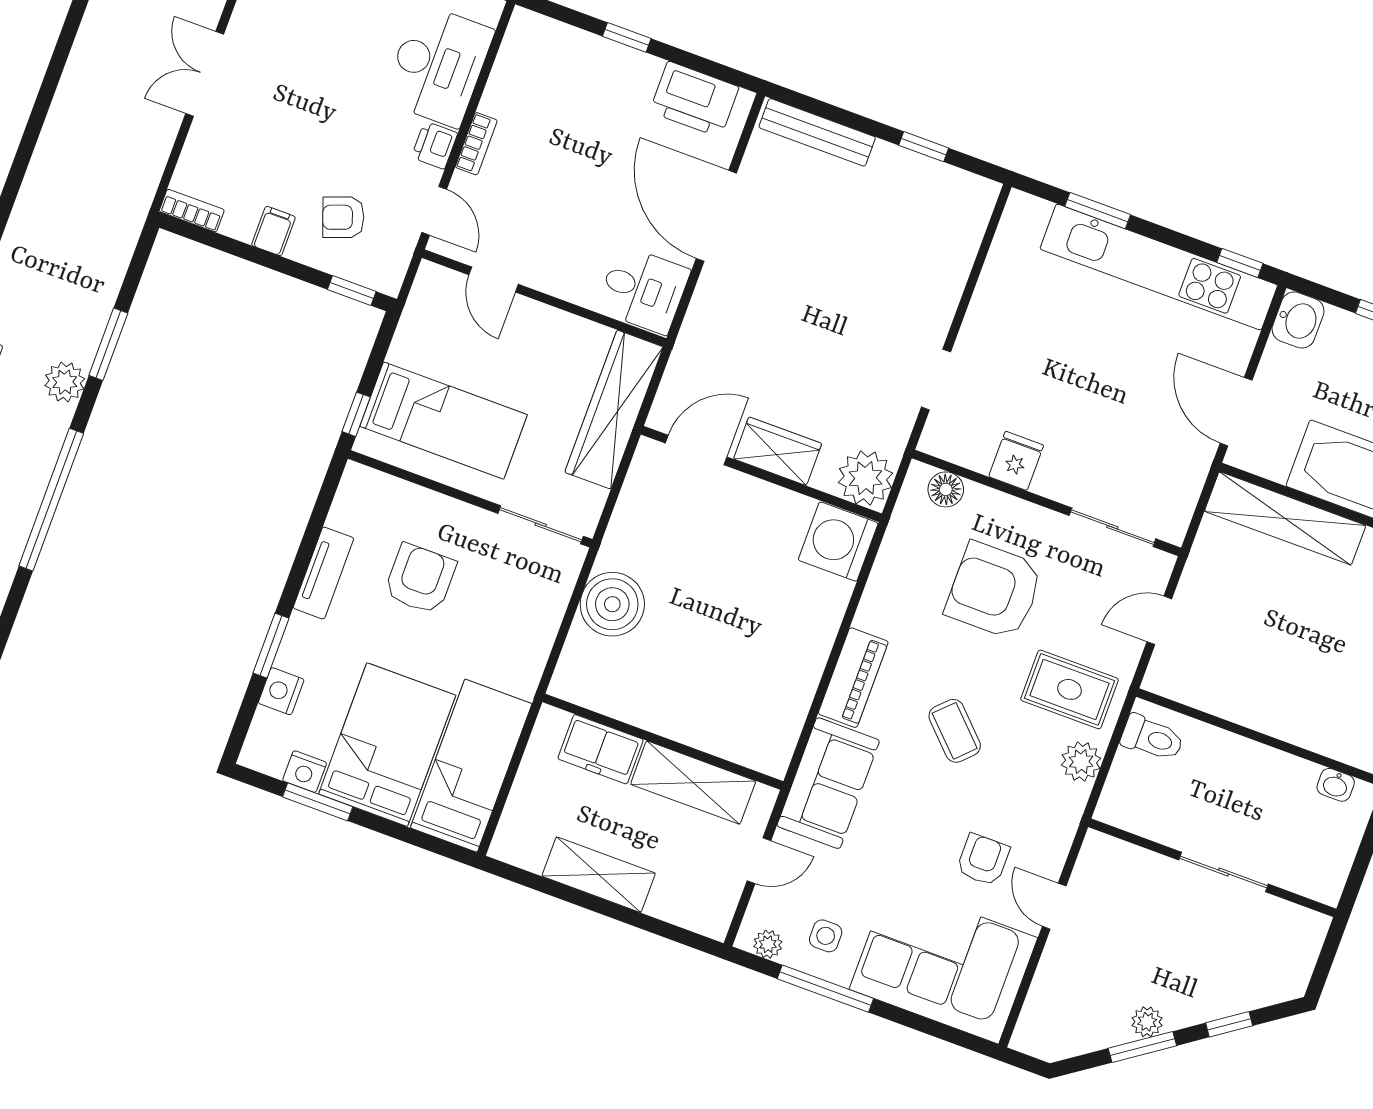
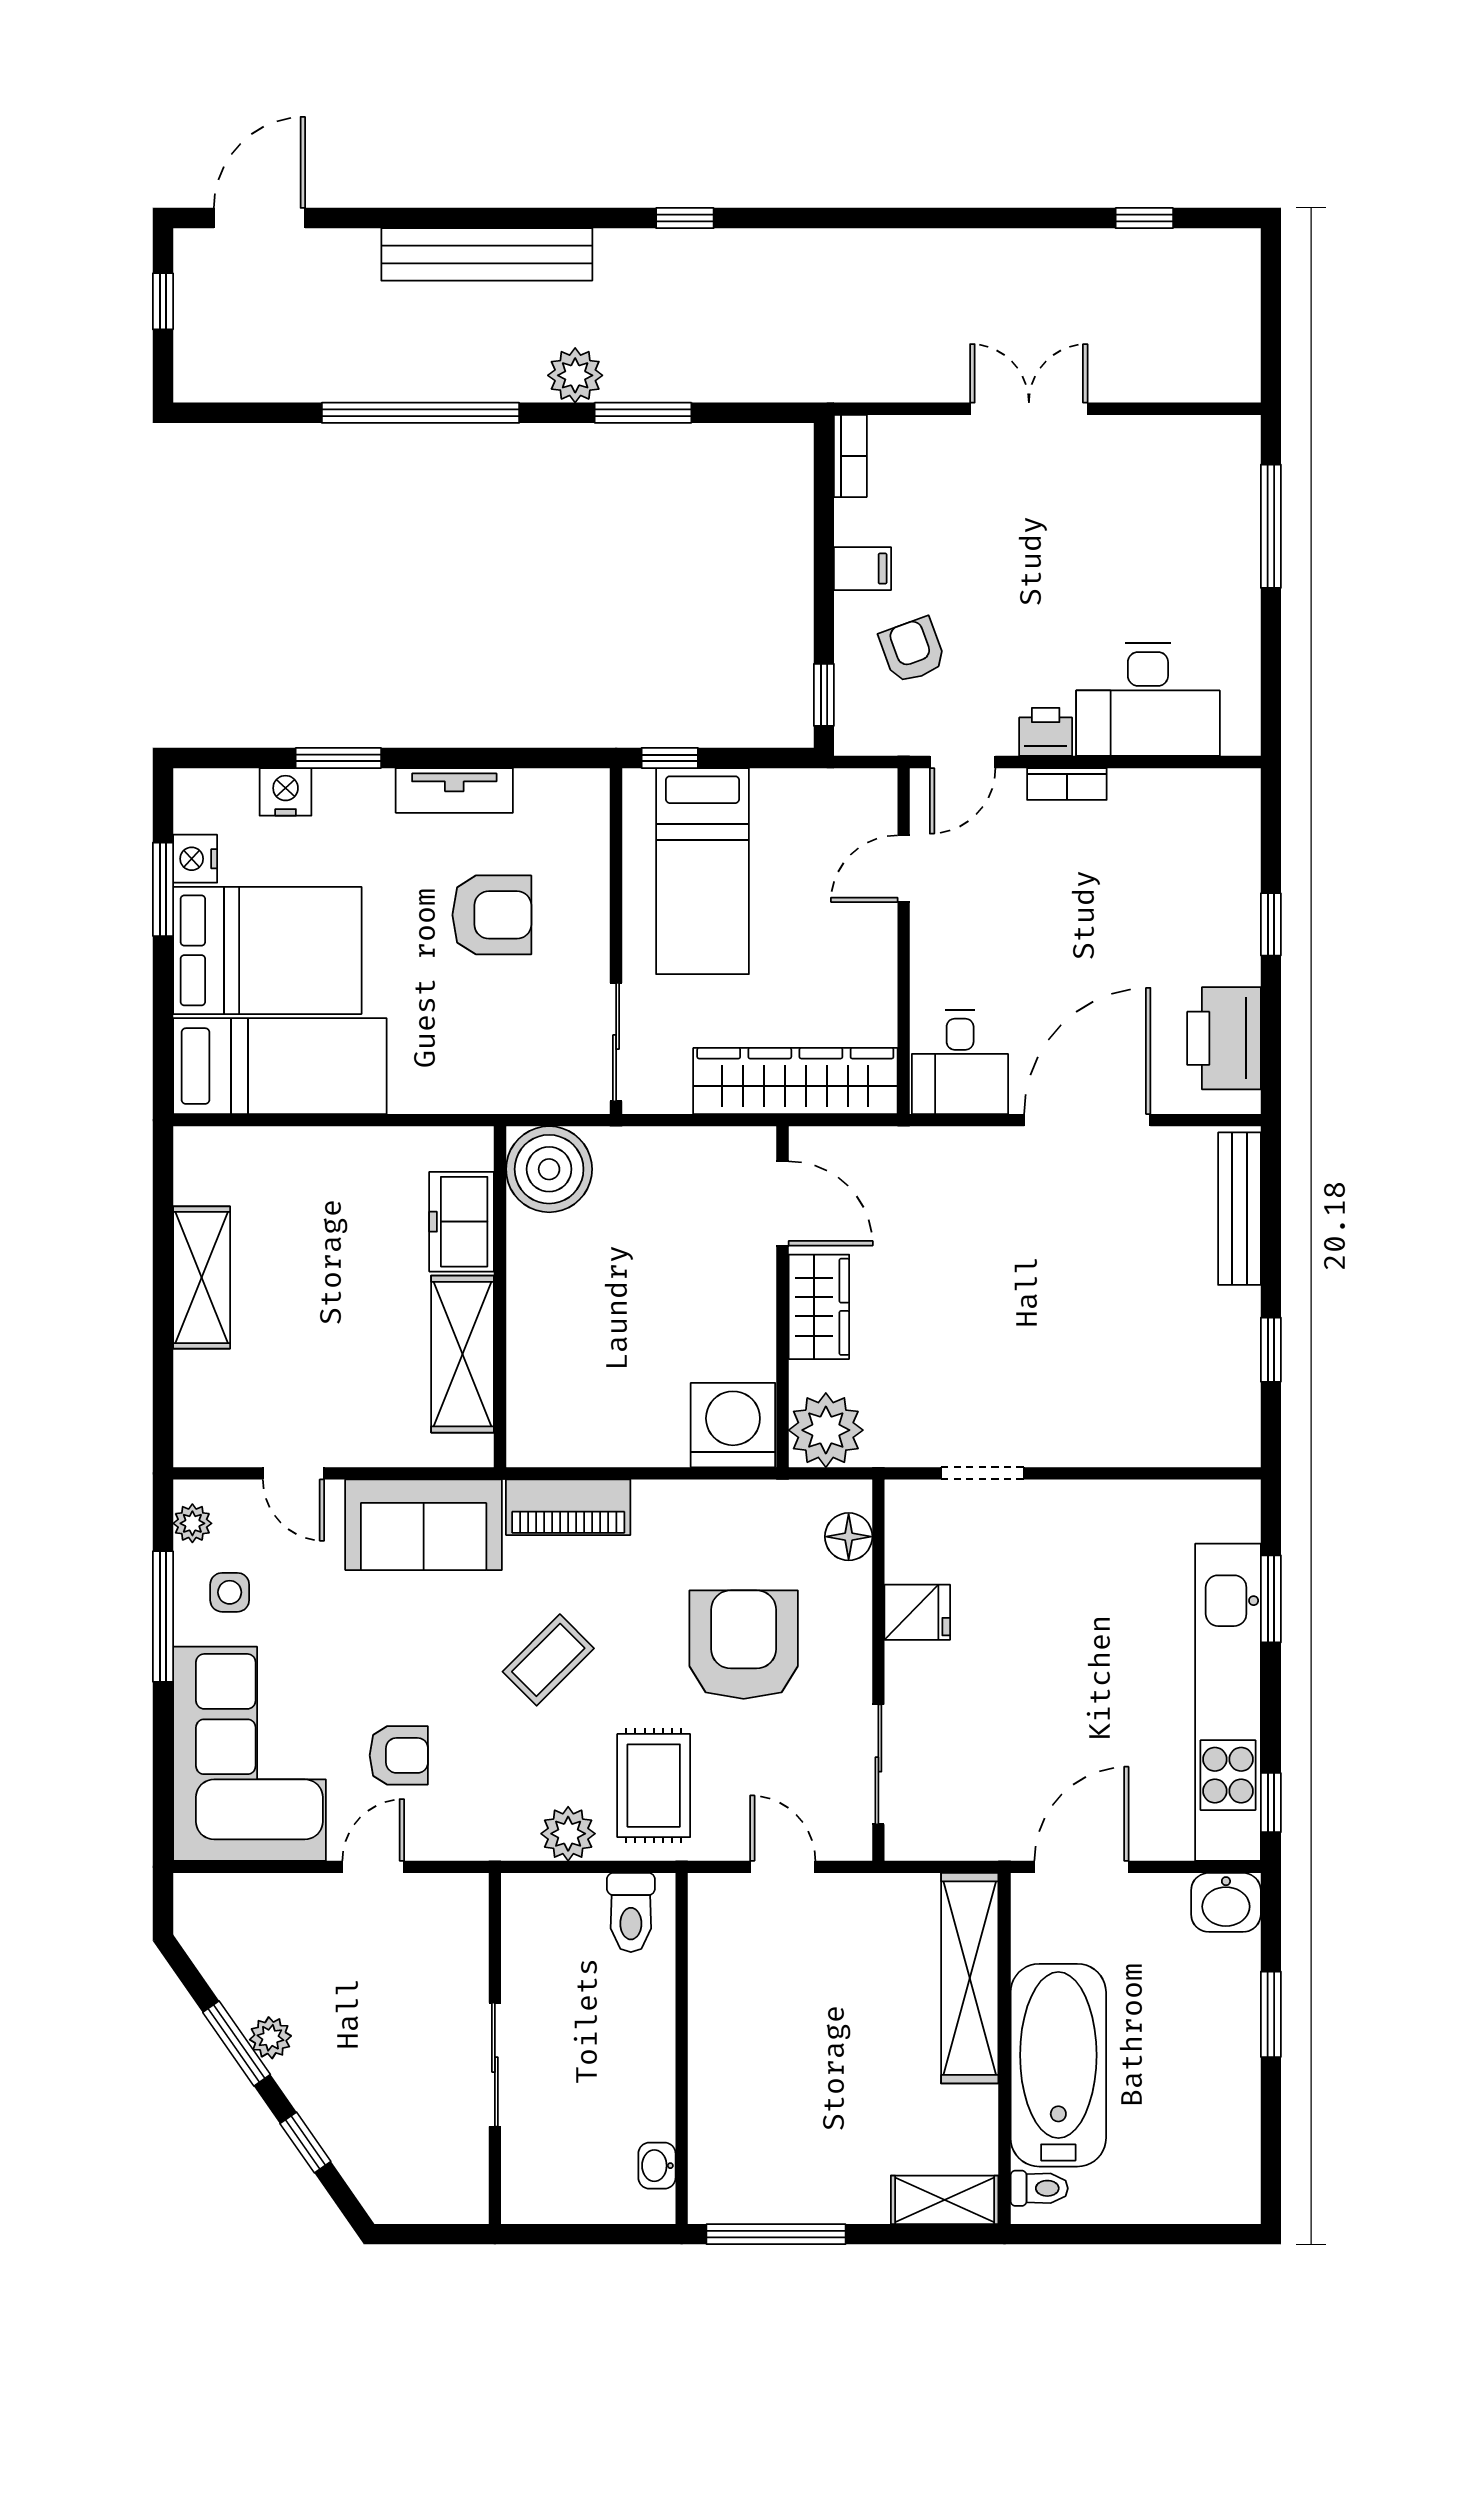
wall: (663, 742) -> (500, 1297), moved
freezer: (601, 749) -> (462, 1222), moved
shelving: (693, 783) -> (463, 1354), moved

